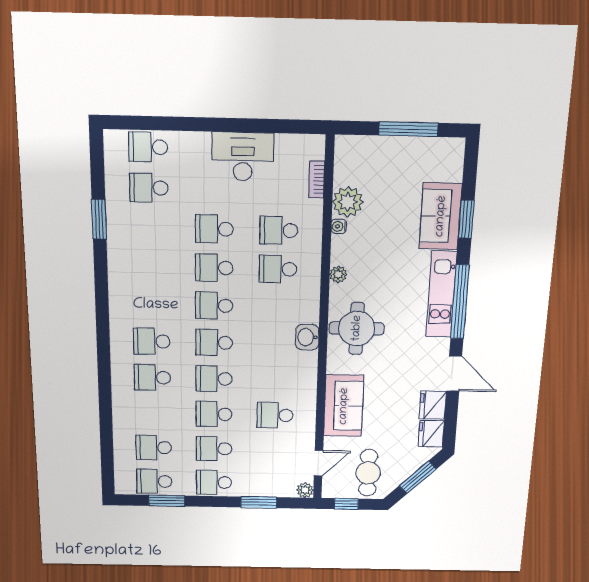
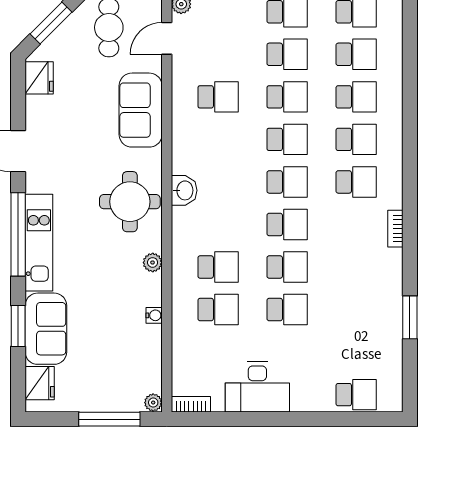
window: (408, 129) -> (109, 419), moved
bookcase: (317, 180) -> (191, 404), moved, turned -90
school desk: (149, 188) -> (356, 97), moved
plant: (348, 202) -> (153, 403), moved, width x0.53, depth x0.53
bookcase: (115, 300) -> (395, 229), added
fridge: (433, 405) -> (40, 383), moved

